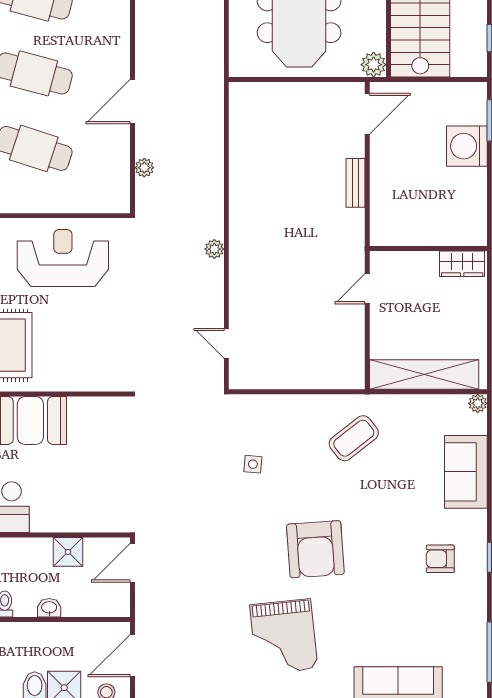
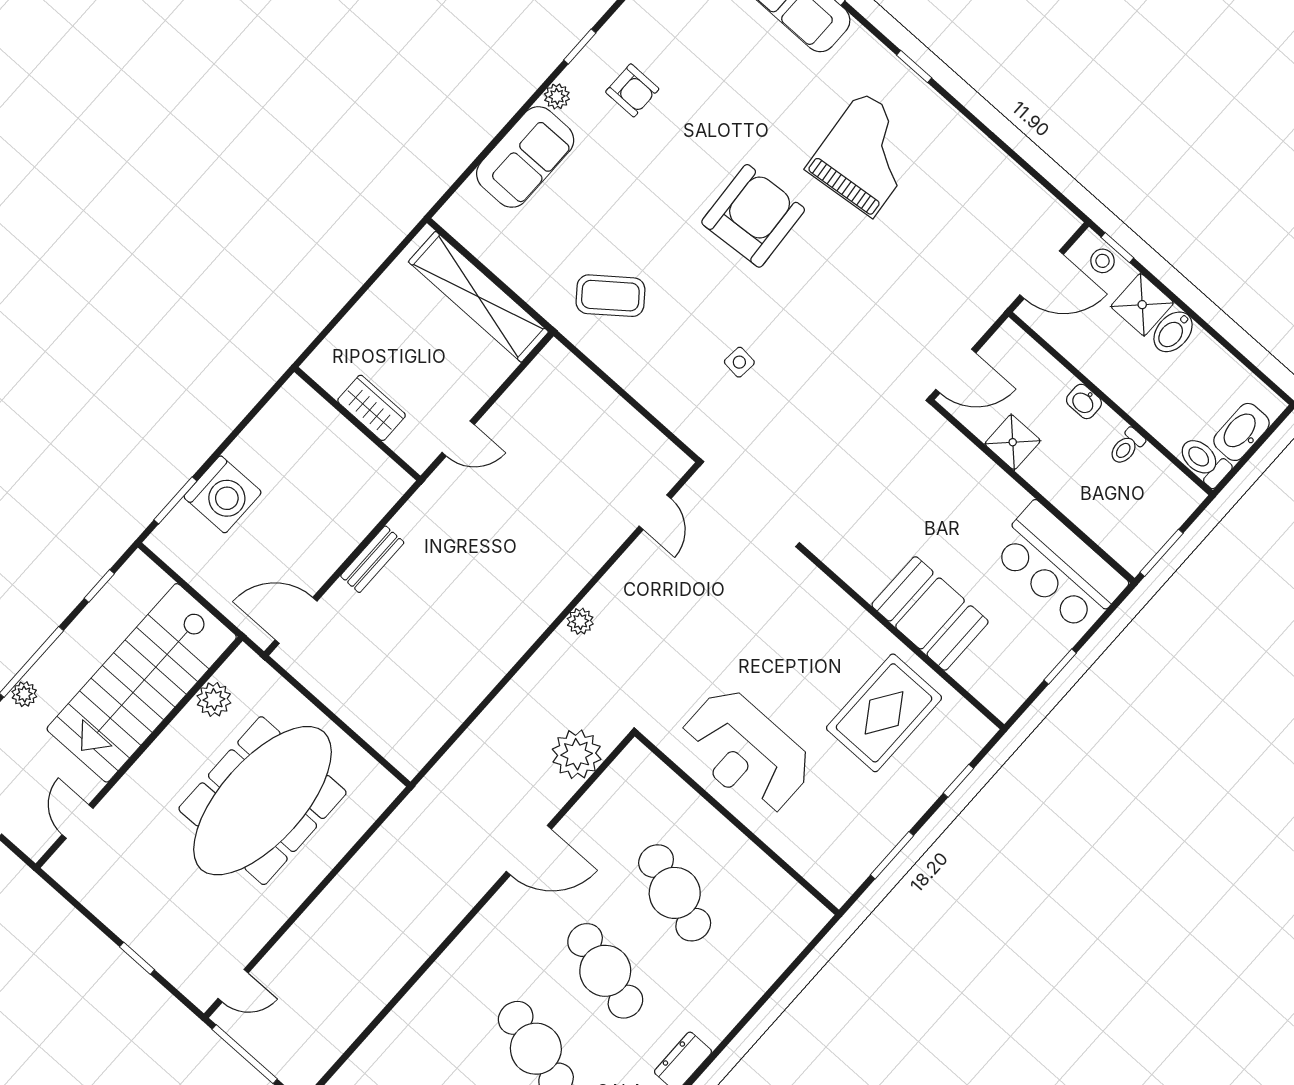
plant: (374, 65) -> (214, 699), moved
plant: (144, 168) -> (577, 754), width x1.88, depth x1.88
wardrobe: (462, 264) -> (372, 408), moved
plant: (478, 403) -> (557, 96), moved

